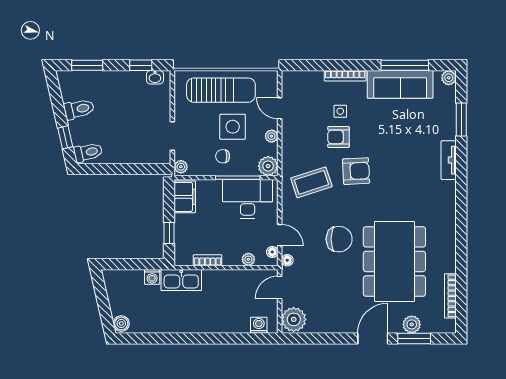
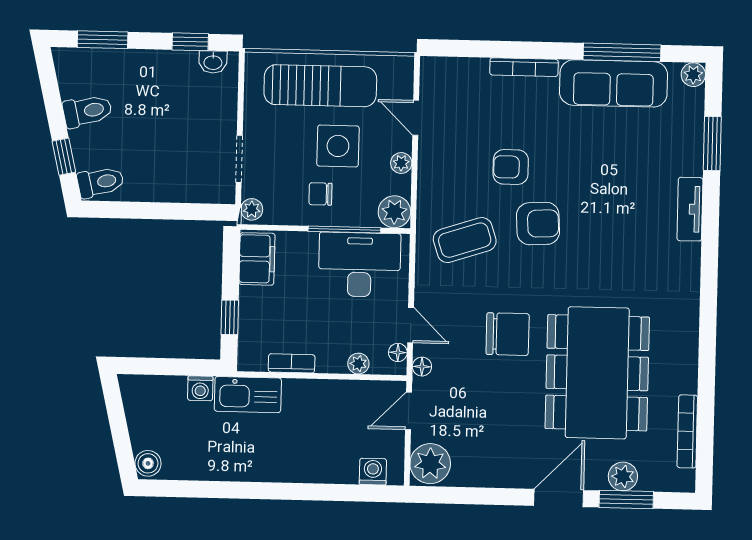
side table: (340, 111) -> (515, 125), removed

